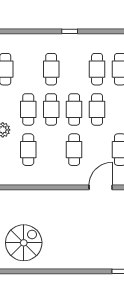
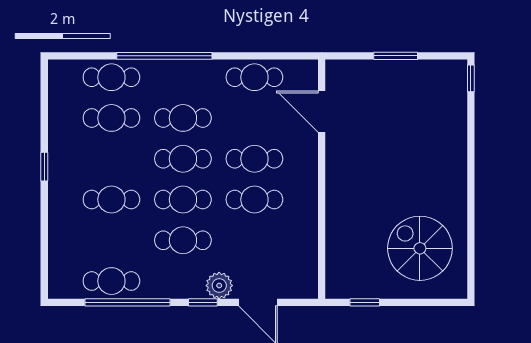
cafe table: (28, 150) -> (254, 200), moved

